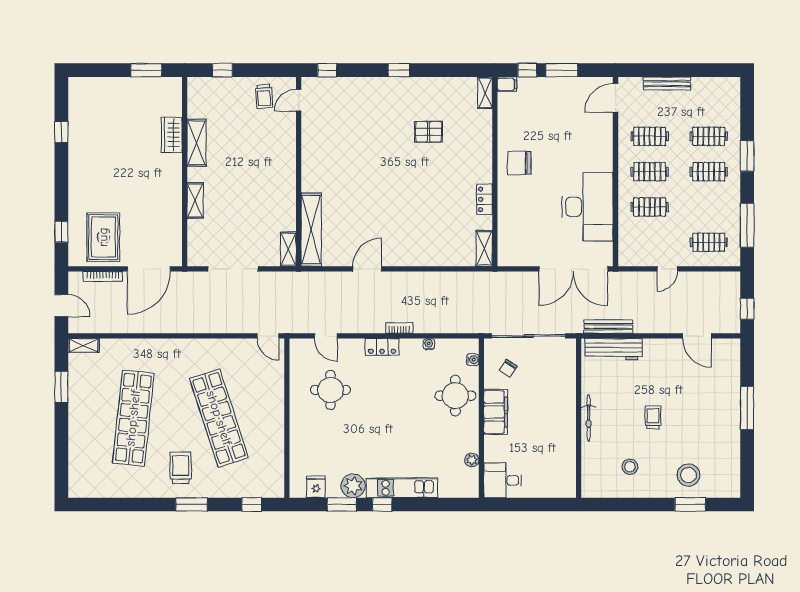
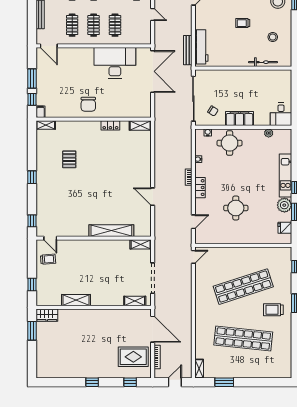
window: (61, 132) -> (92, 382), moved
wardrobe: (172, 135) -> (47, 315), moved
shelving: (195, 201) -> (135, 301), moved
shelving: (311, 230) -> (111, 231), moved
round table: (331, 390) -> (236, 208), moved
bicycle: (589, 418) -> (263, 62), moved

